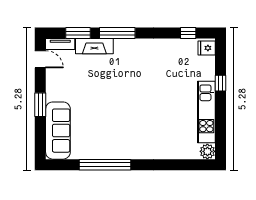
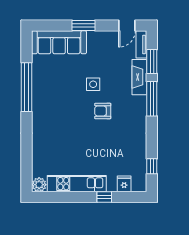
fridge: (207, 48) -> (124, 184), moved
armchair: (130, 85) -> (103, 111), added
side table: (102, 95) -> (93, 84), added

